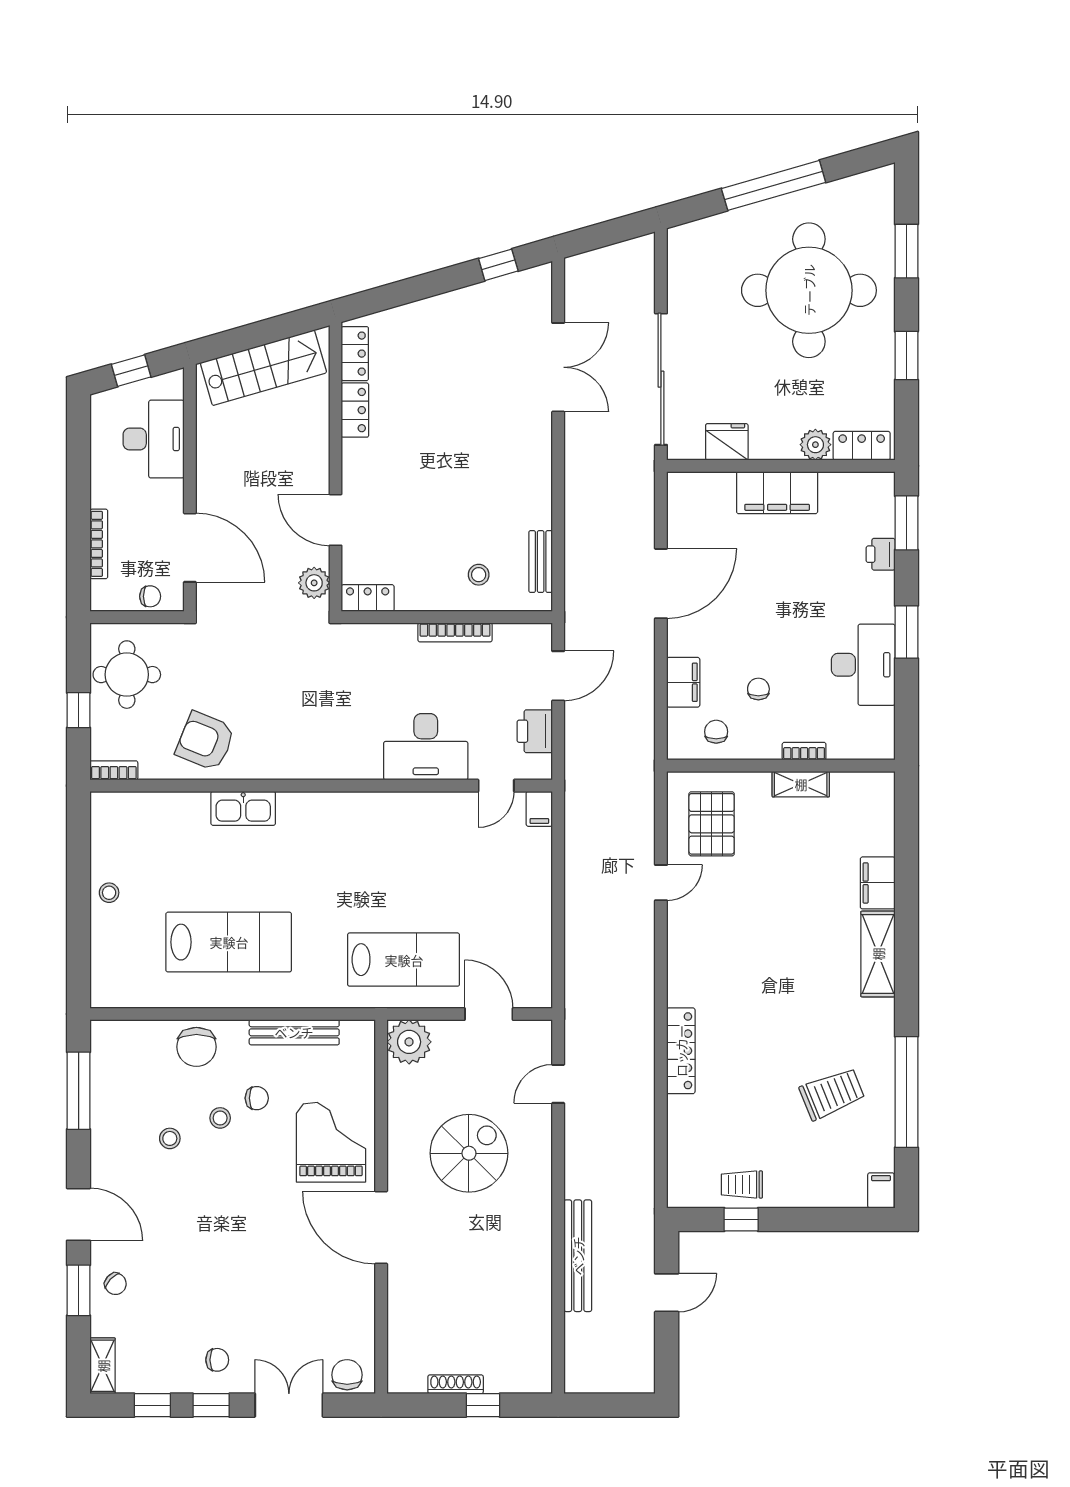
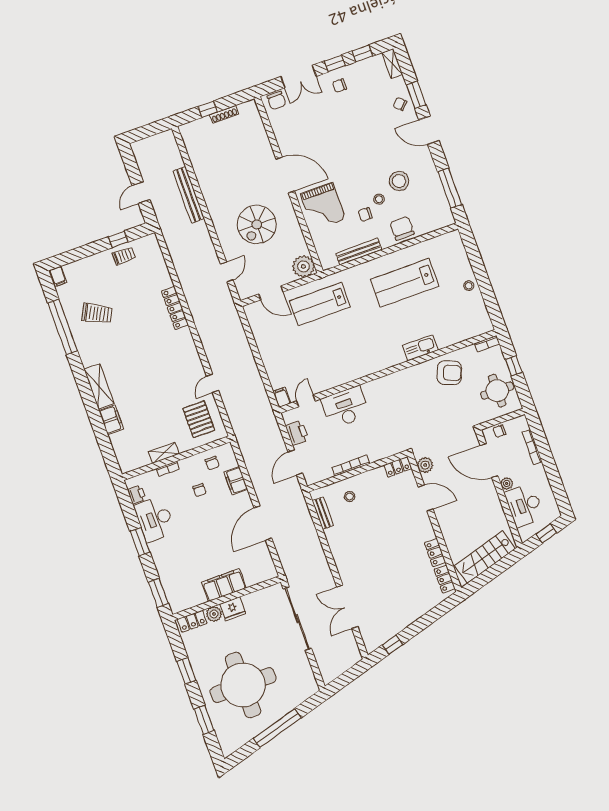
fridge: (727, 442) -> (233, 609), moved
plant: (172, 492) -> (507, 483), added
printer: (881, 554) -> (137, 495), moved
trolley: (832, 1094) -> (97, 313), turned -131
stool: (170, 1138) -> (399, 181), width x1.89, depth x1.89

